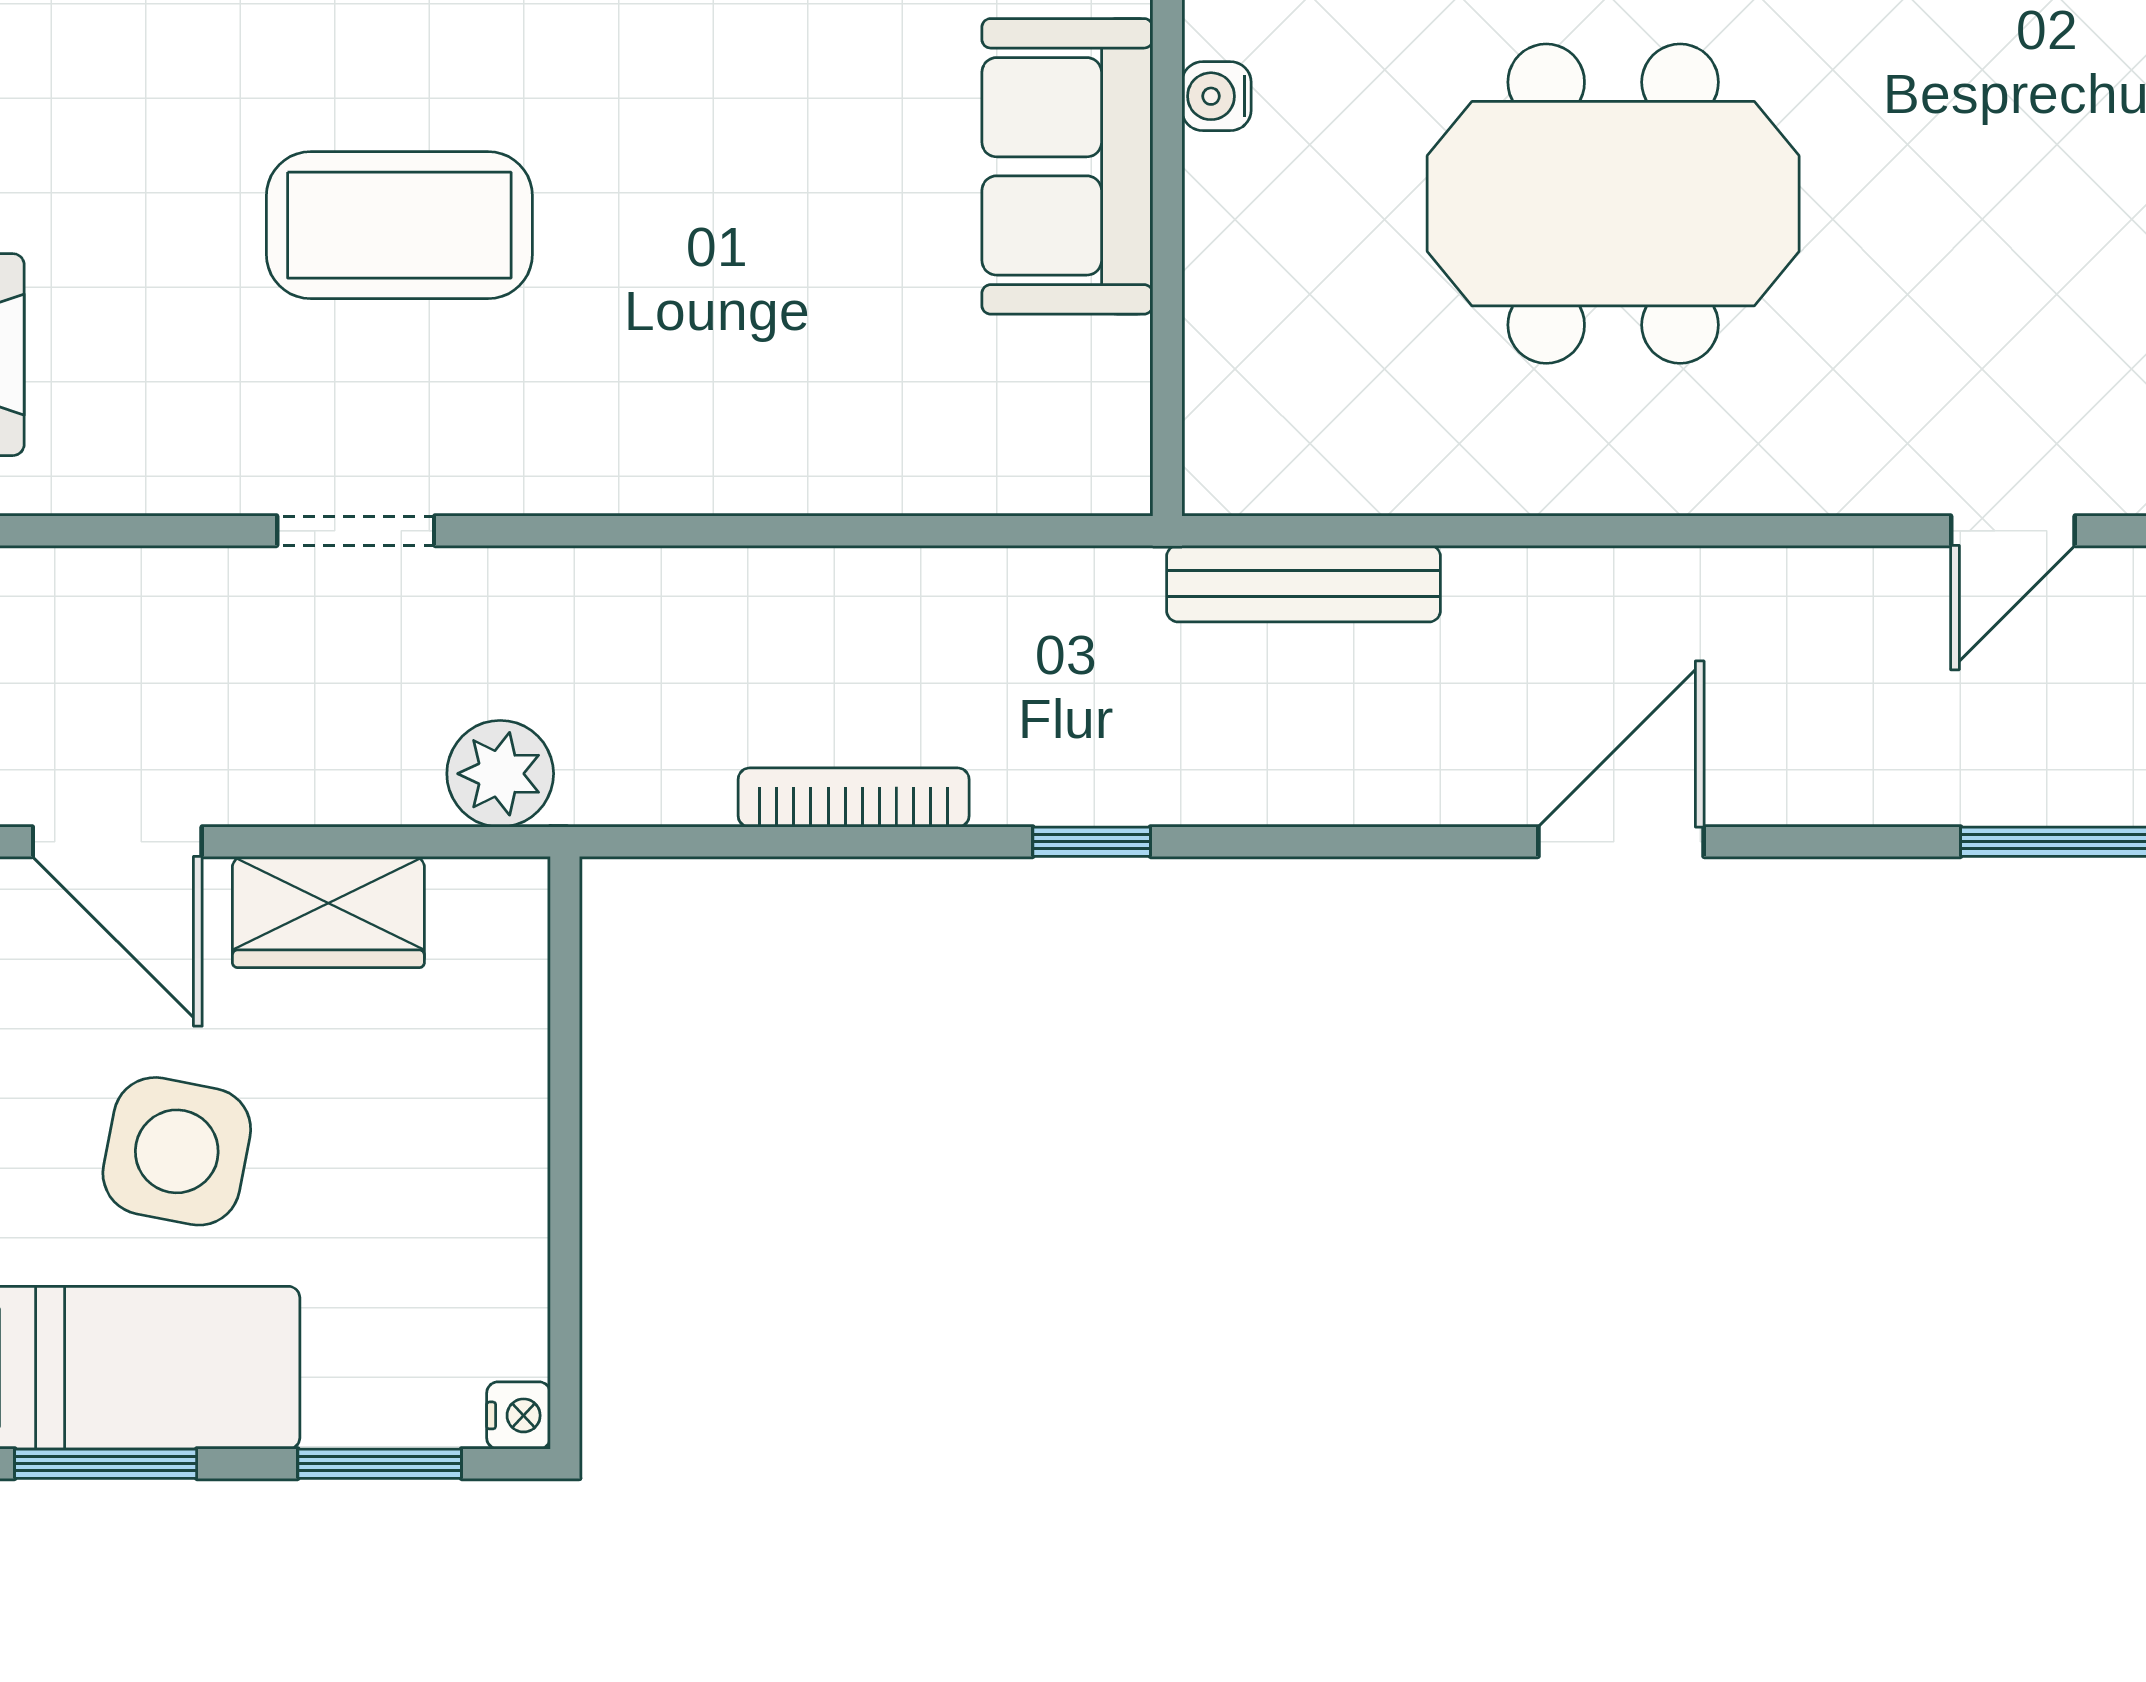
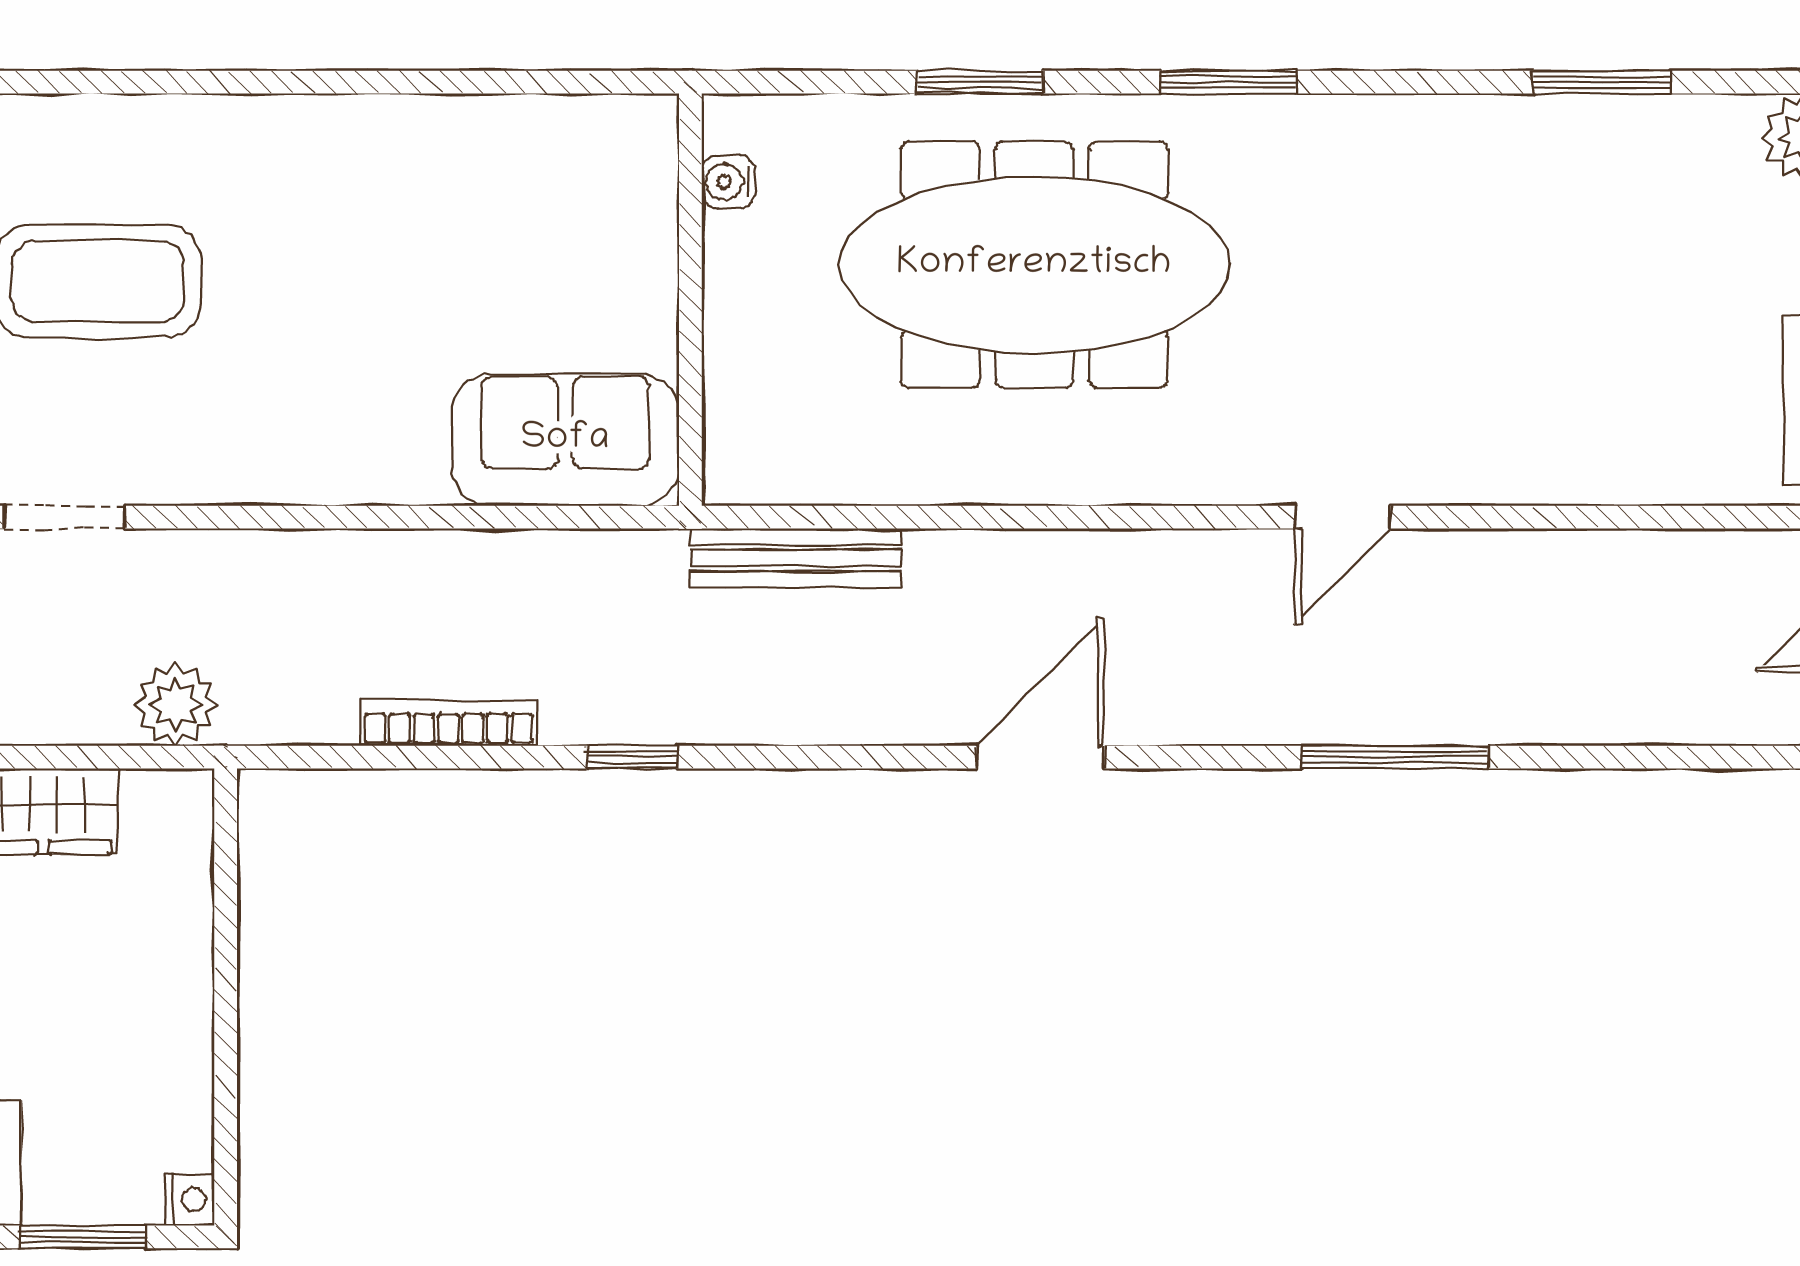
sofa: (1067, 166) -> (565, 440), moved, turned 90
meeting table: (1613, 204) -> (1034, 265), width x1.36

